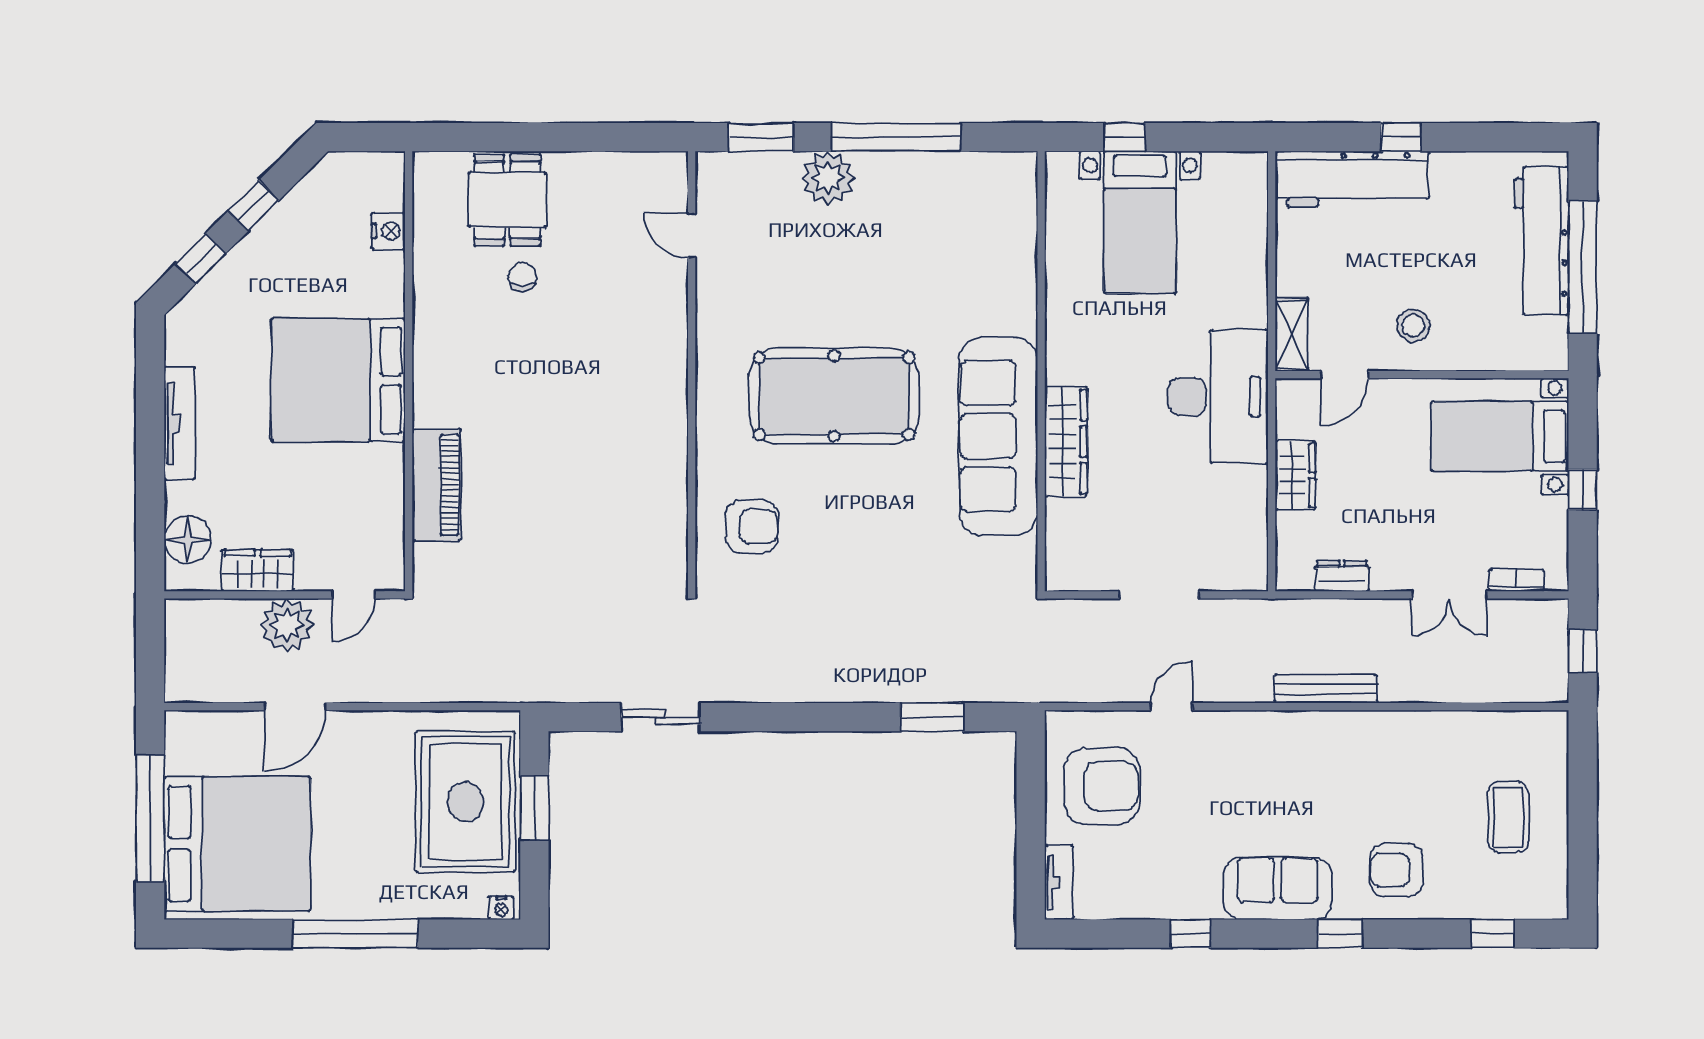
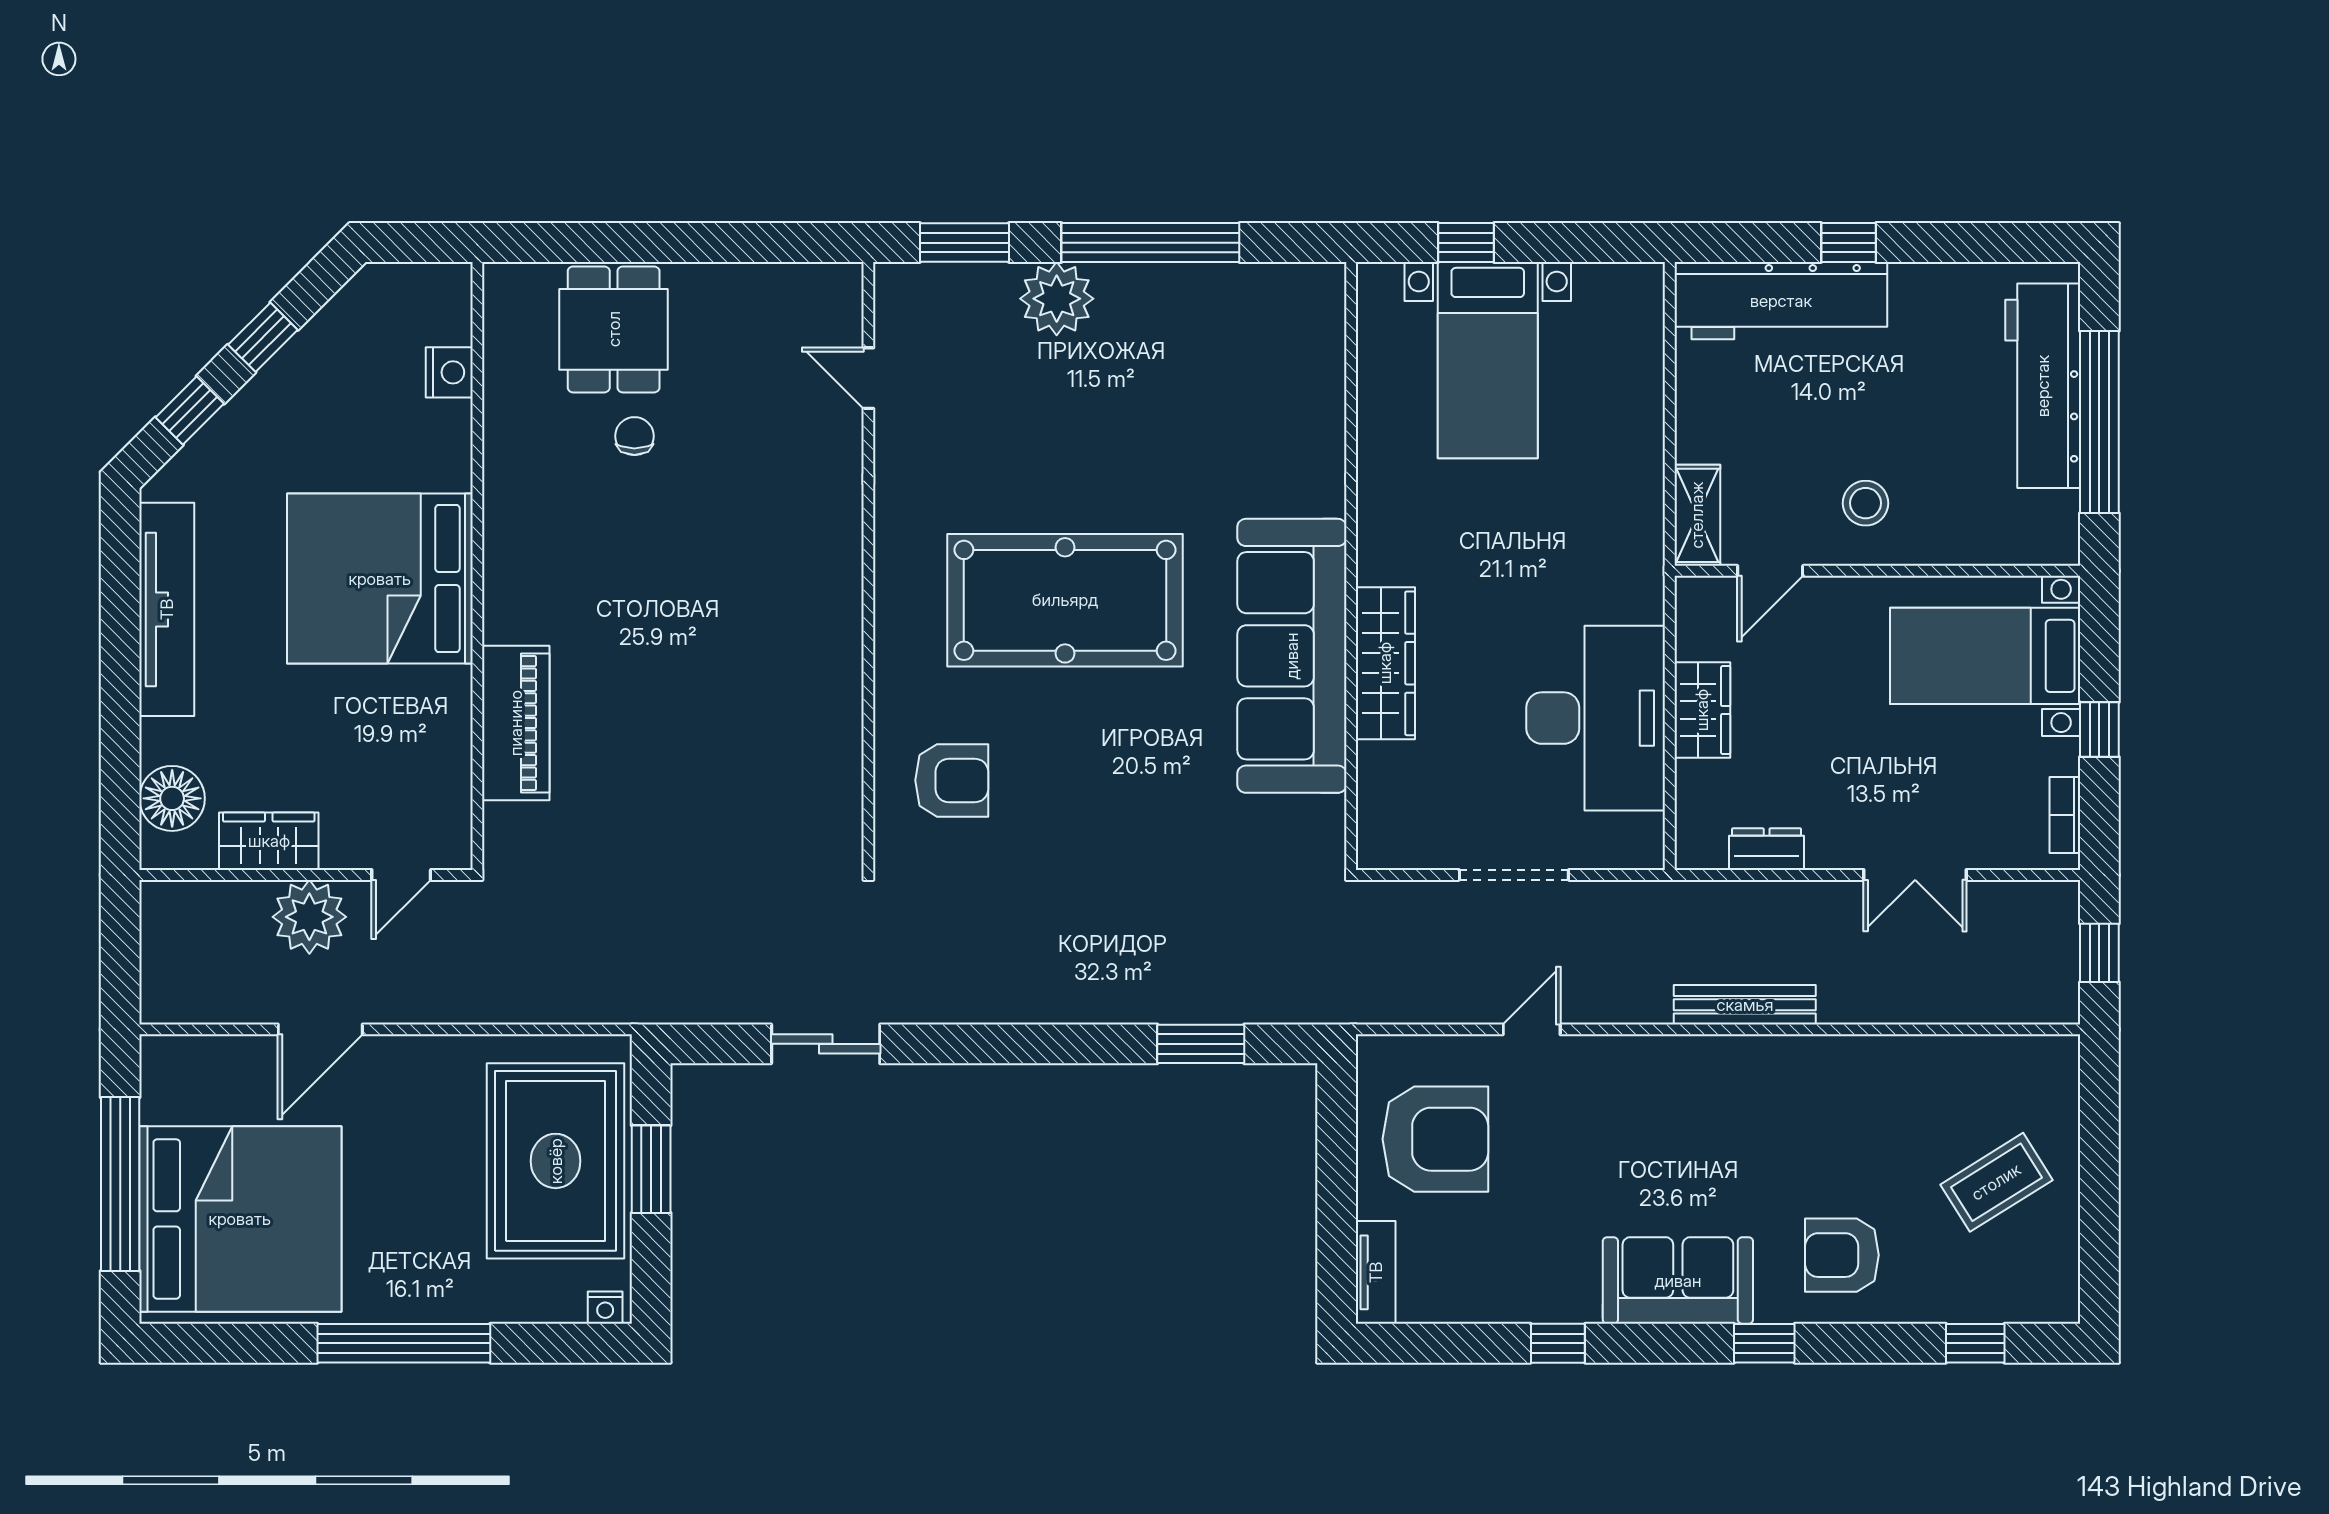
desk: (1218, 397) -> (1596, 718), moved
tv unit: (179, 423) -> (167, 609), width x1.36, depth x1.29
bookcase: (1516, 580) -> (2065, 815), moved, turned -90
coffee table: (1508, 817) -> (1996, 1182), turned 58

